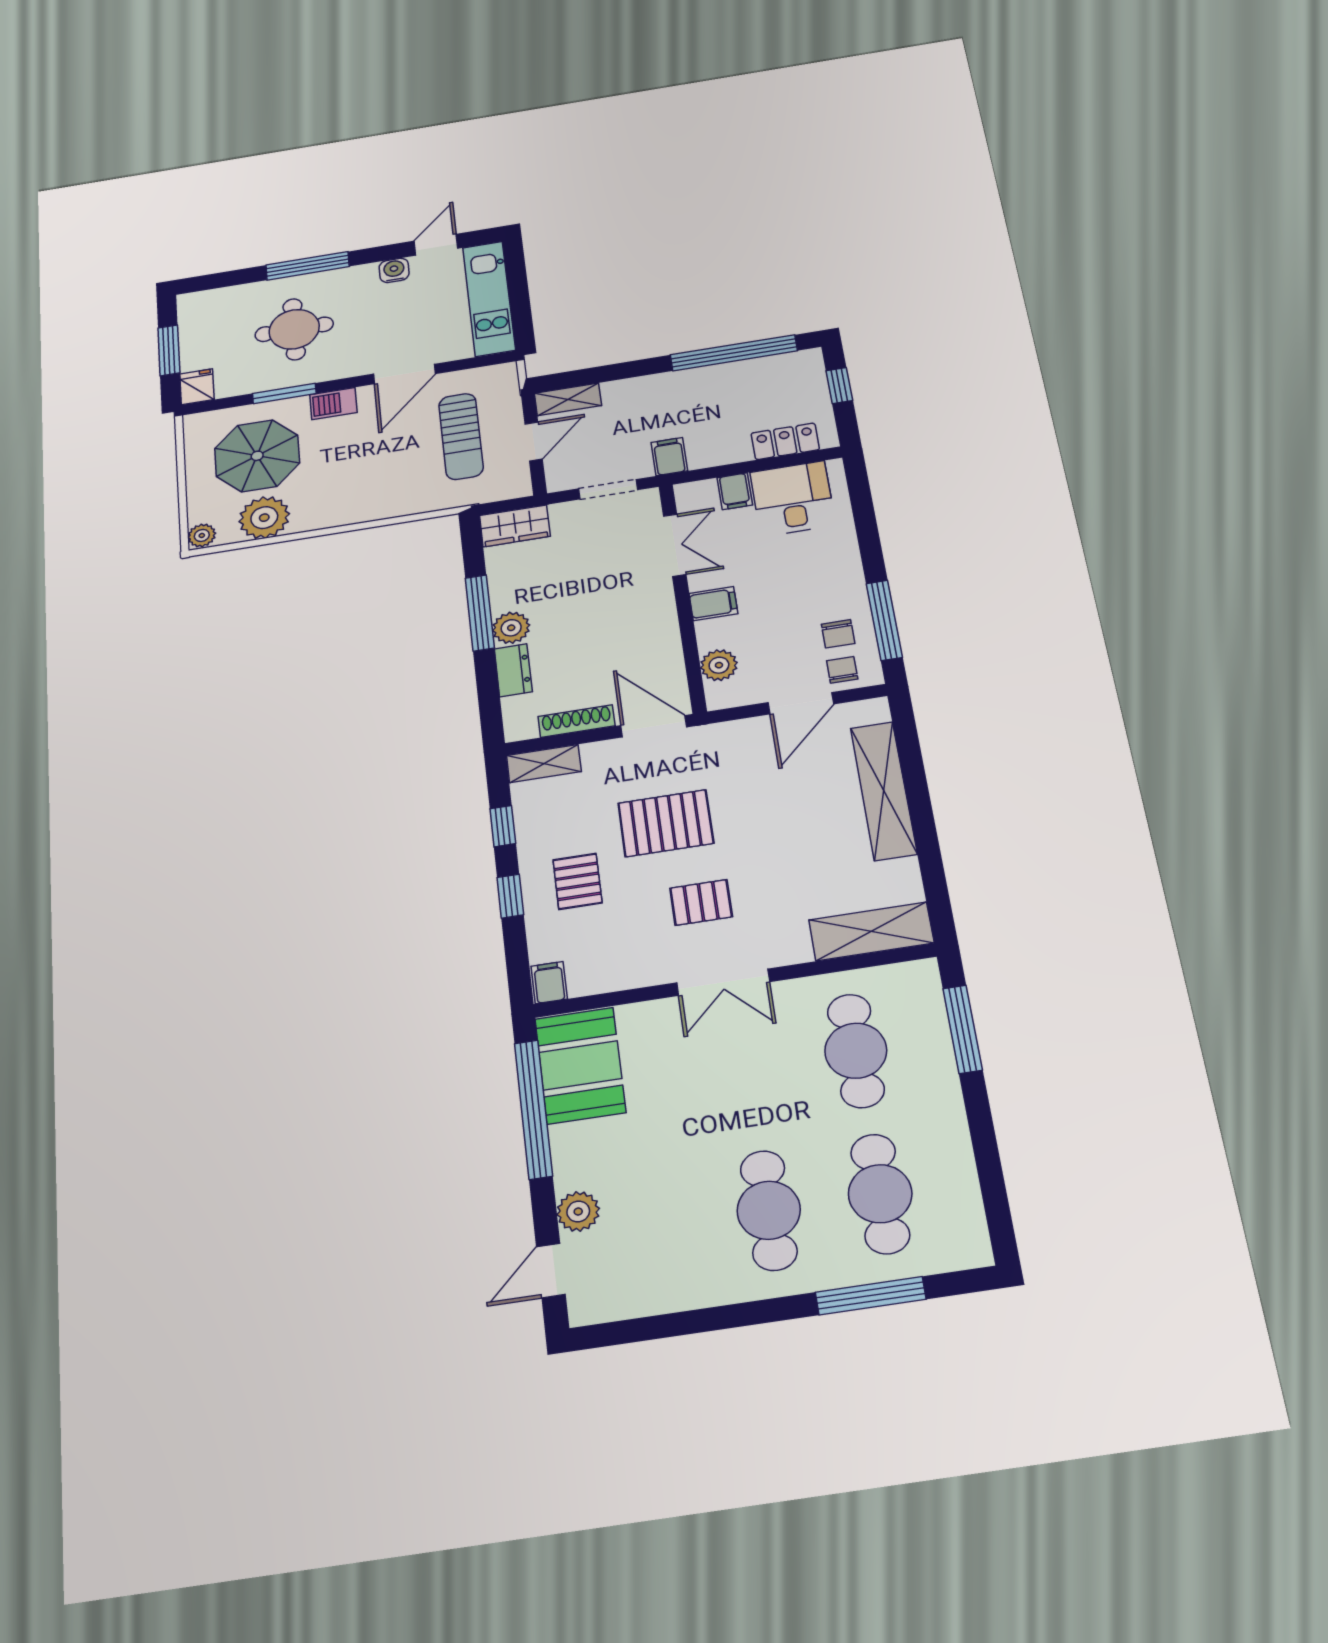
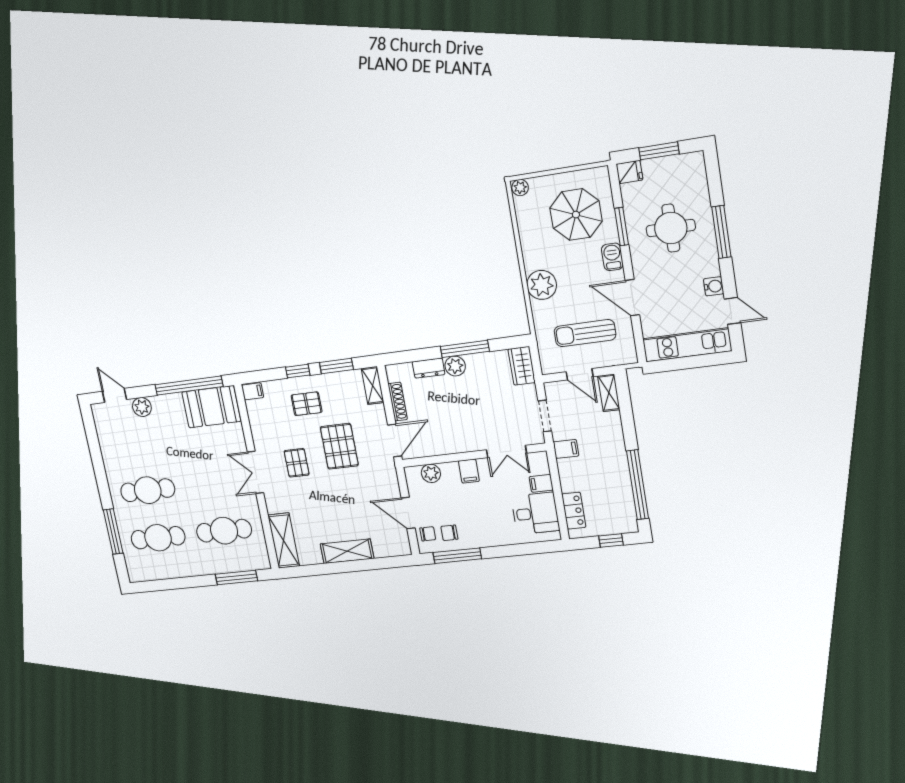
plant: (264, 518) -> (542, 285), moved
shelving: (884, 791) -> (347, 551), width x0.68
window: (503, 826) -> (336, 366), width x1.50

